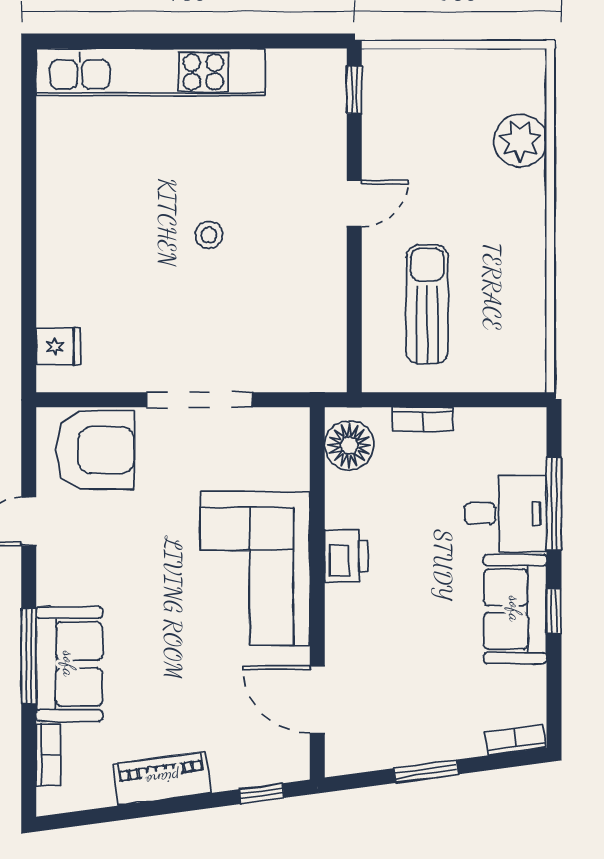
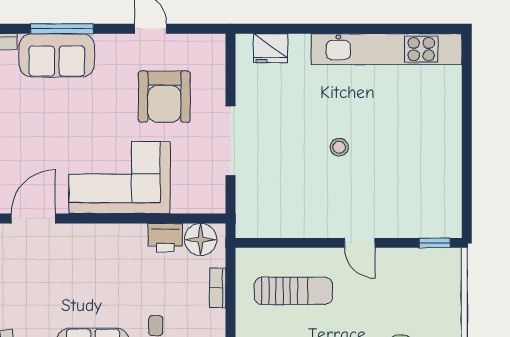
kitchen unit: (151, 72) -> (387, 49), moved, turned -90
fridge: (58, 346) -> (271, 48), width x1.38
armchair: (95, 450) -> (164, 97), moved
printer: (346, 556) -> (165, 238), moved

